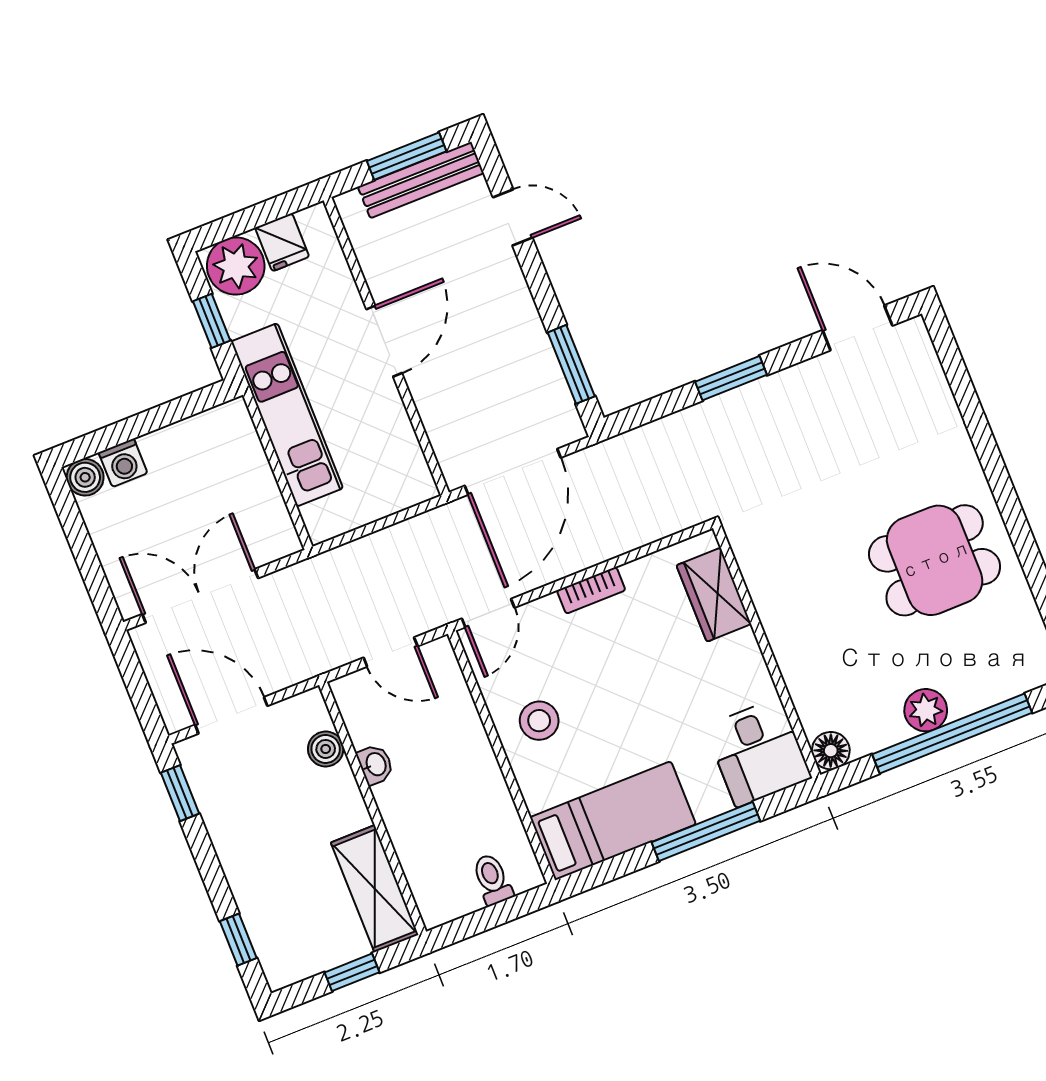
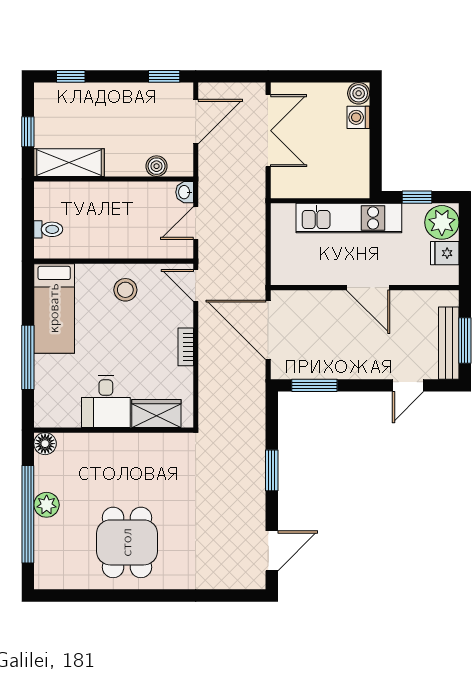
desk: (758, 752) -> (106, 402), moved, turned -90
washbasin: (375, 764) -> (185, 192), moved, turned 90

